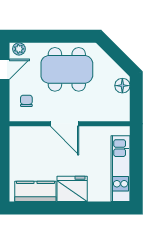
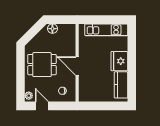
dining table: (67, 69) -> (42, 65), width x0.73
door: (65, 124) -> (77, 66), swing flipped

